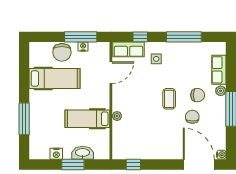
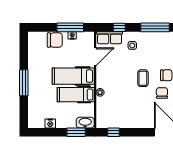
chair: (62, 52) -> (55, 40), turned -90
hospital bed: (55, 78) -> (73, 76), moved, turned 180
window: (24, 119) -> (24, 83), moved
washbasin: (83, 153) -> (85, 123), moved
window: (73, 165) -> (76, 132), moved

